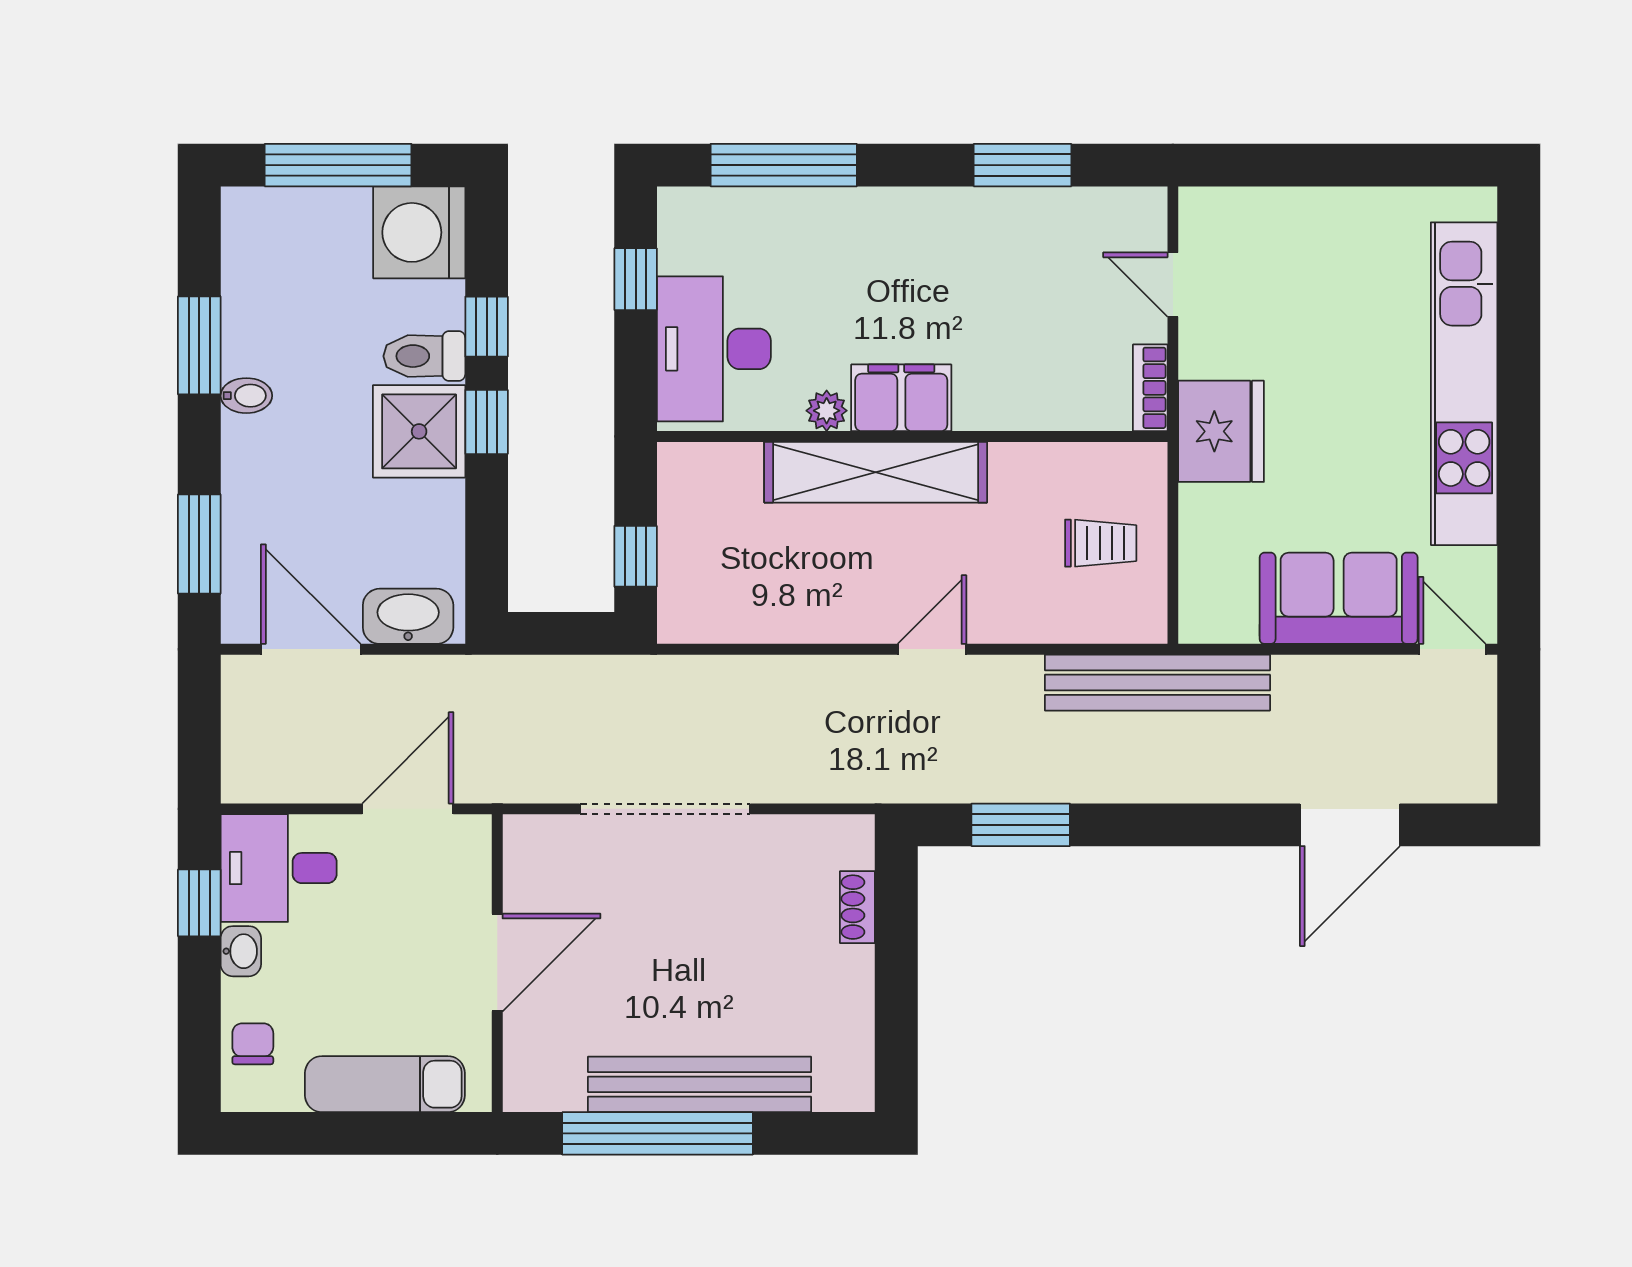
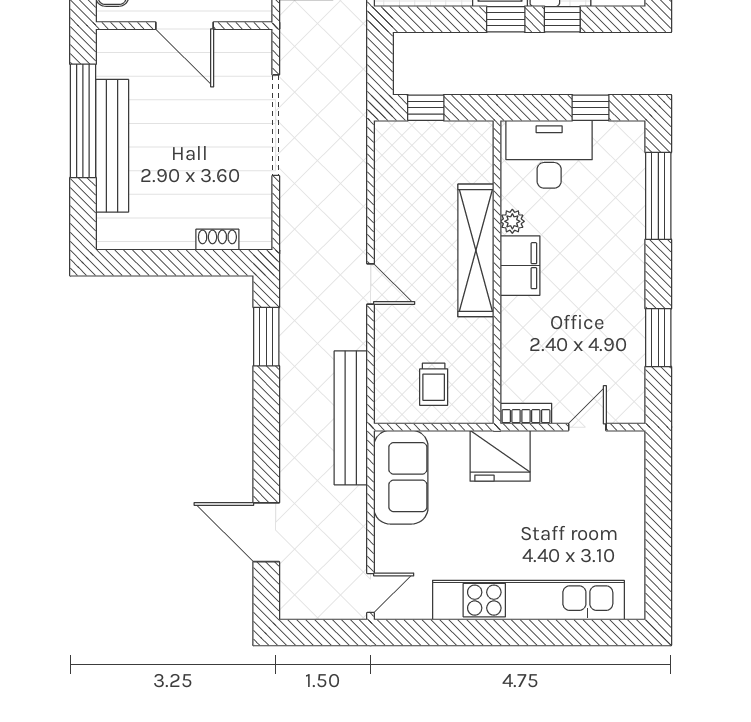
sofa: (1339, 598) -> (401, 477), moved

